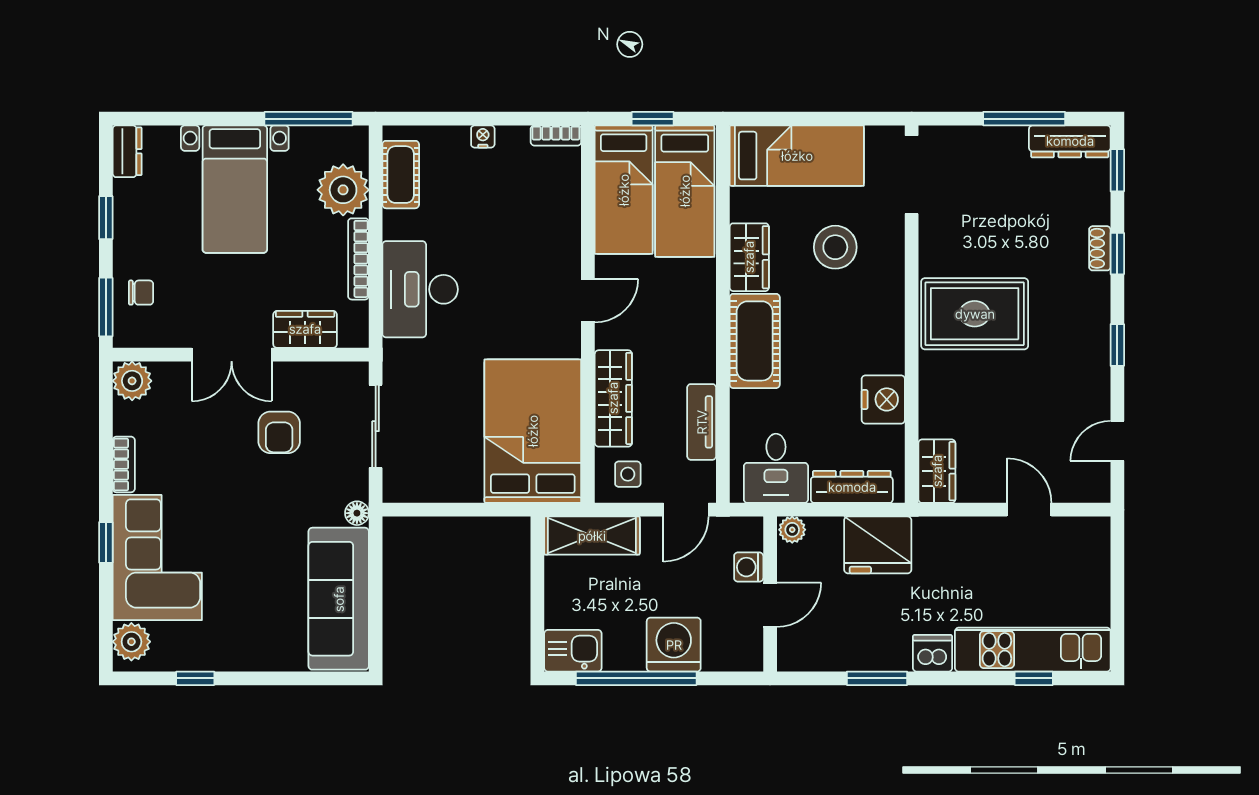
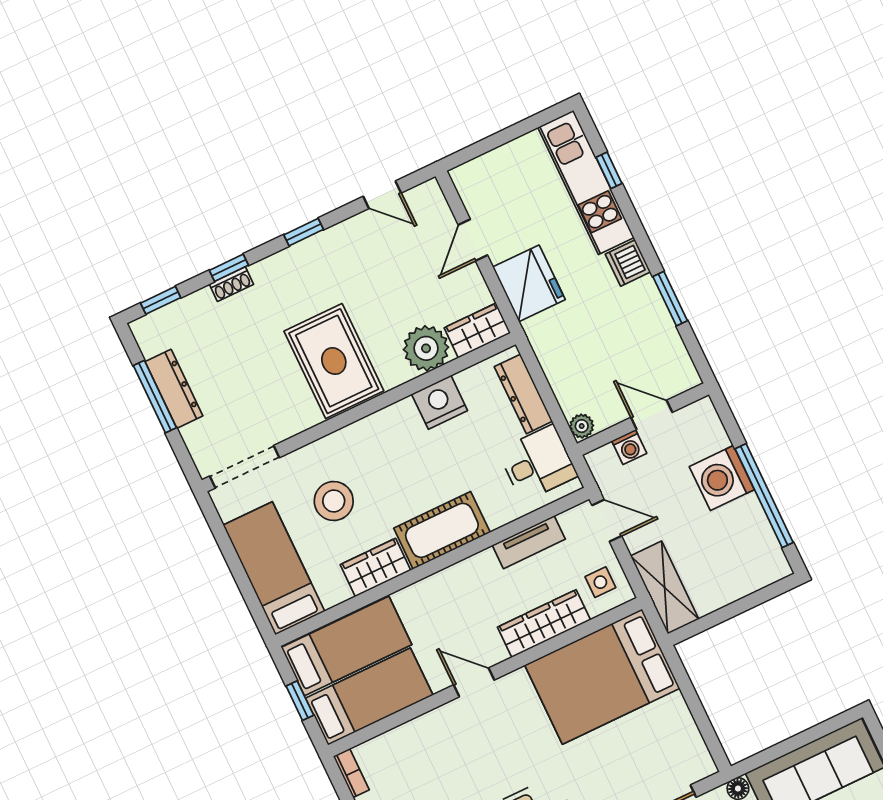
dresser: (1070, 141) -> (174, 389), moved
plant: (943, 412) -> (426, 348), added
fridge: (878, 545) -> (529, 283), moved
kitchen sink: (573, 651) -> (766, 558), removed

